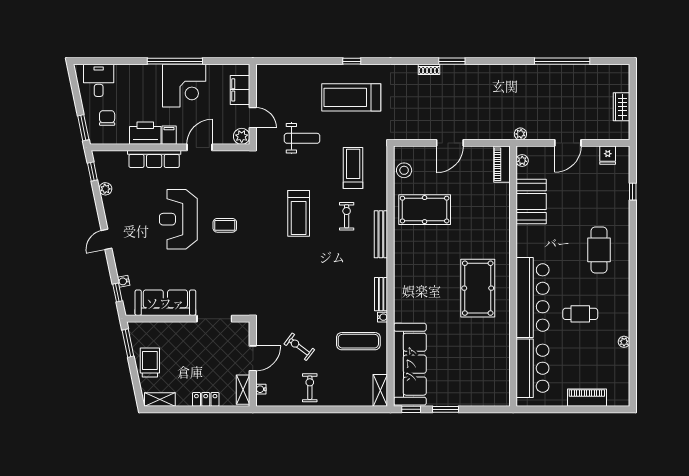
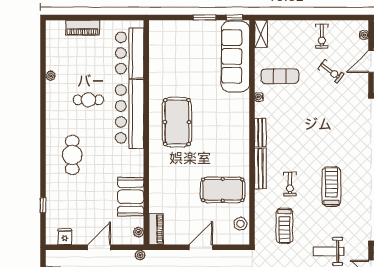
bench: (381, 294) -> (260, 133), moved

